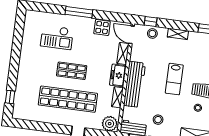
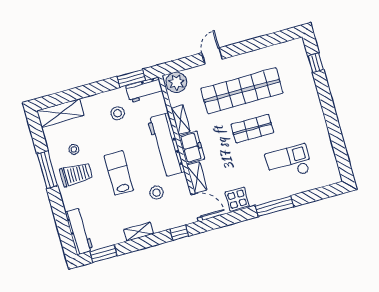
stool: (152, 33) -> (157, 193), moved

